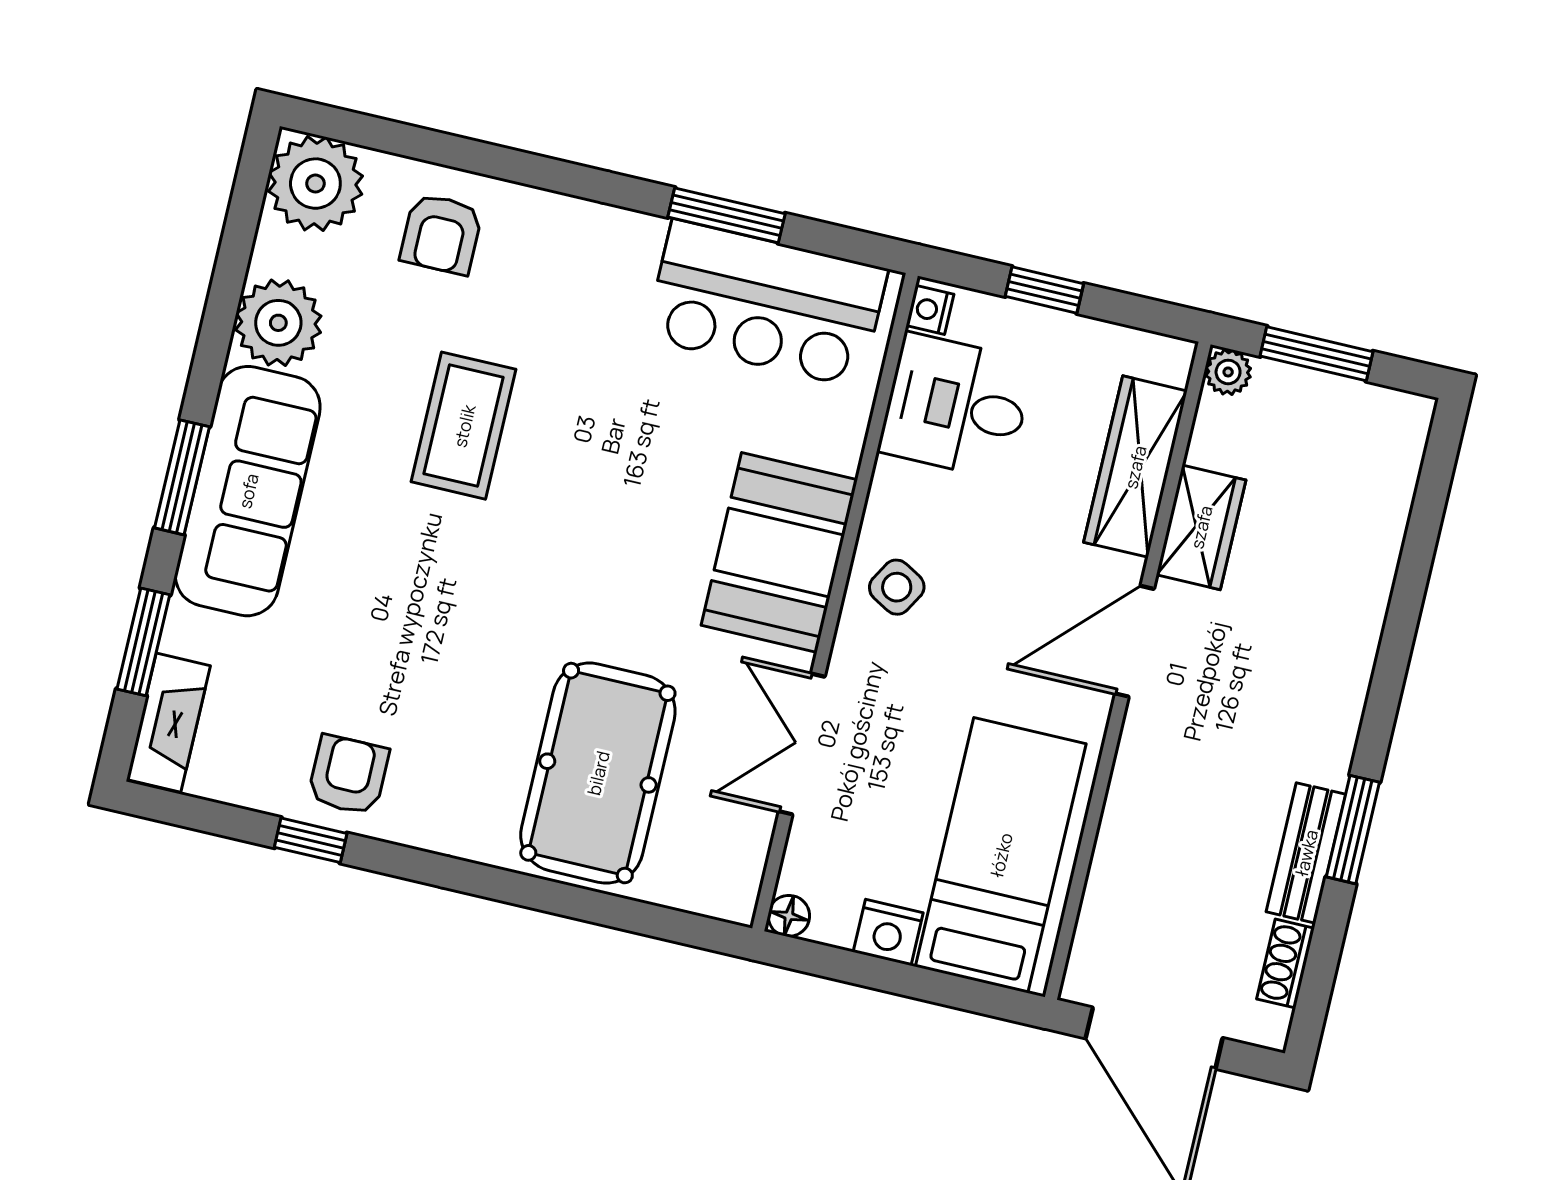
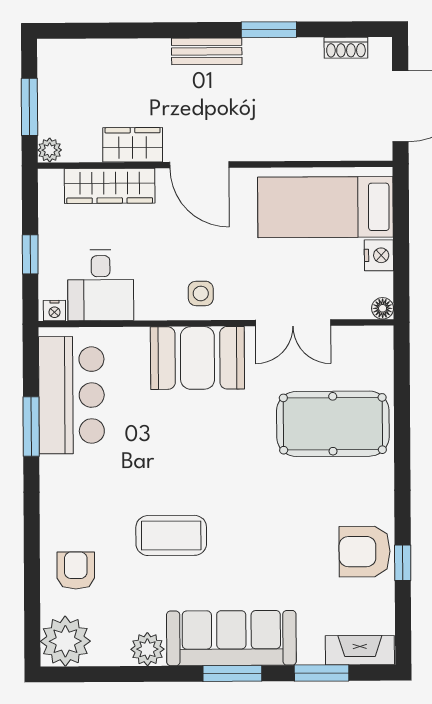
armchair: (441, 234) -> (76, 571), turned -90
plant: (278, 323) -> (147, 649), width x0.73, depth x0.73
side table: (897, 587) -> (201, 293), turned -30
armchair: (348, 775) -> (365, 552), width x1.38, depth x1.38
bench: (1306, 853) -> (207, 51), moved

